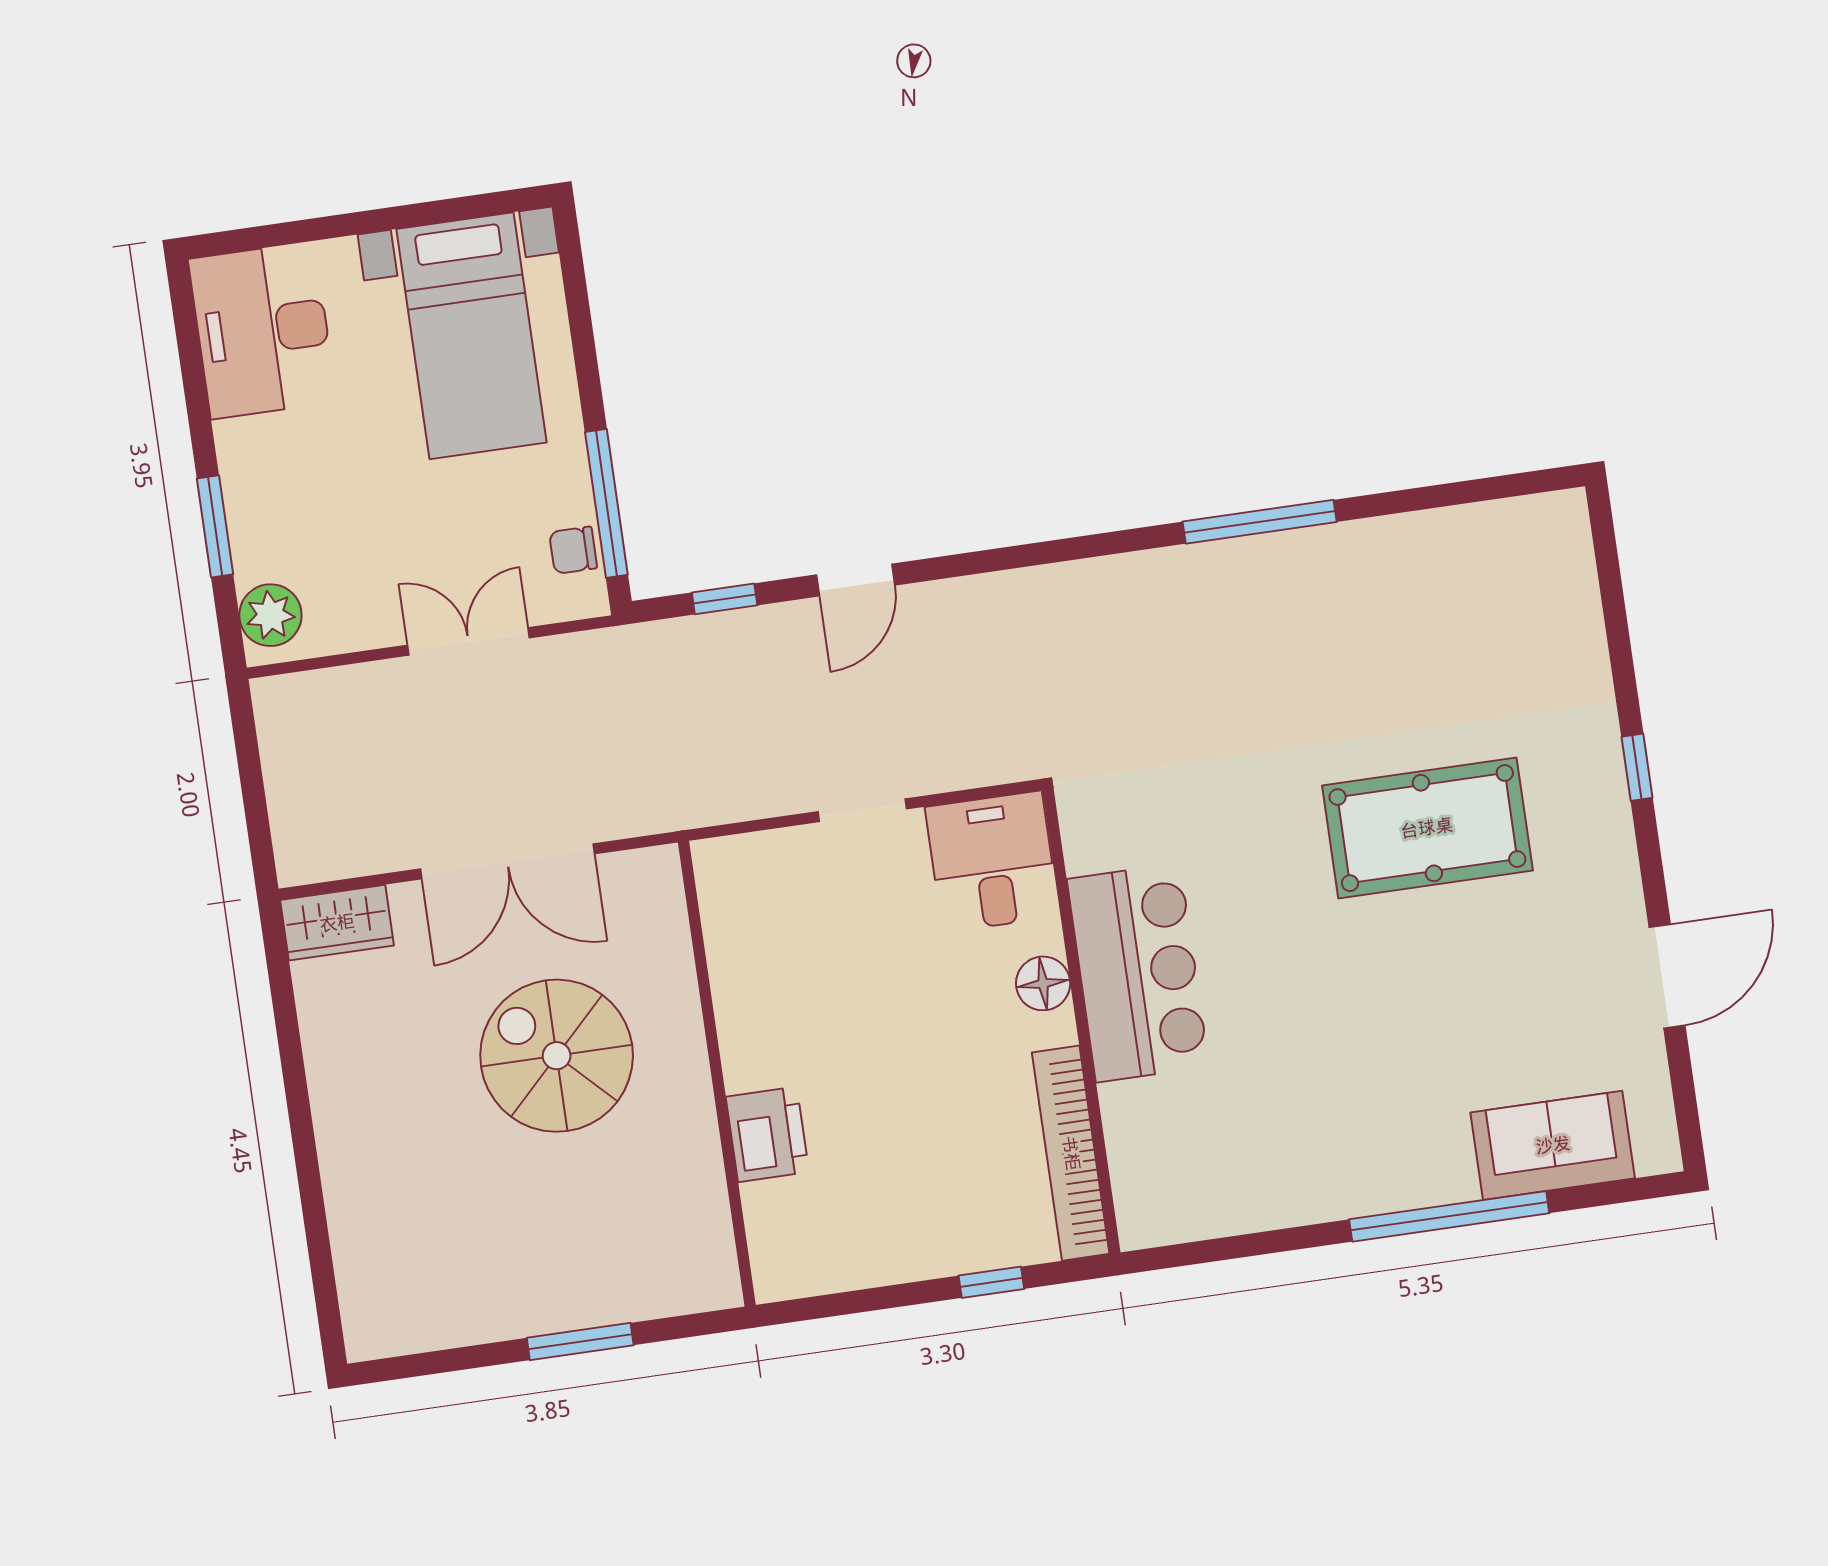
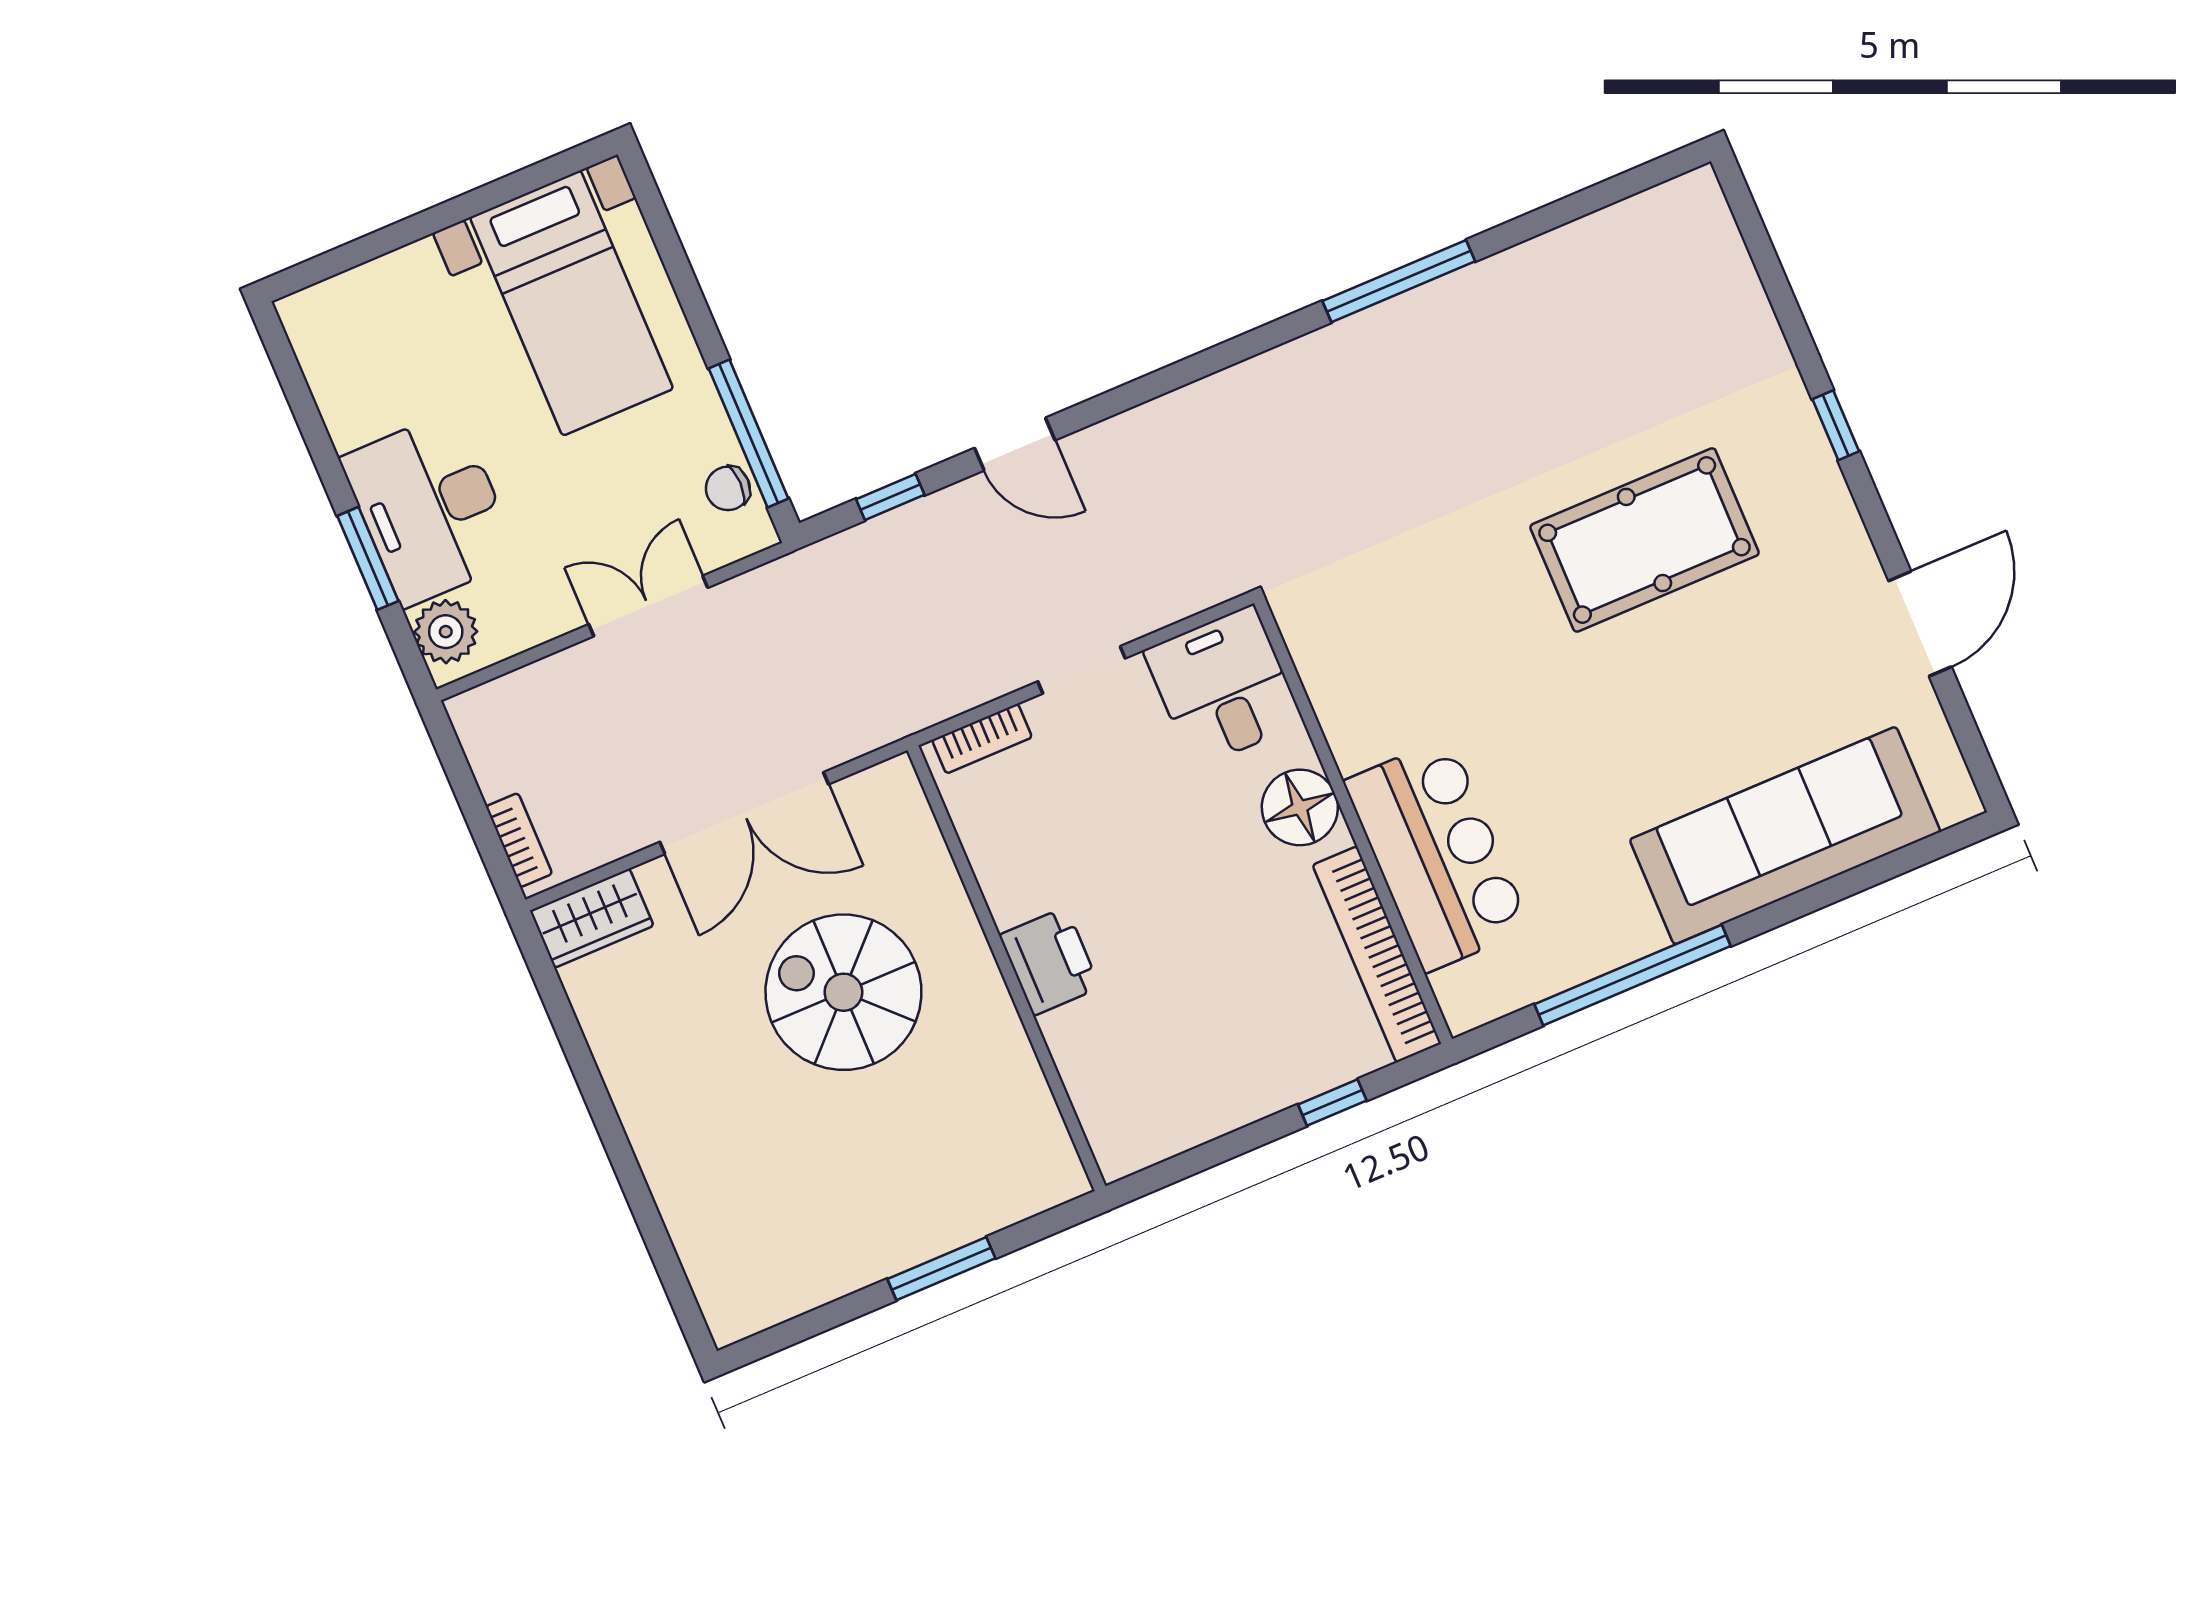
desk: (263, 330) -> (430, 509), moved
door: (856, 580) -> (1015, 444), hinge flipped
bookcase: (288, 831) -> (519, 840), added
bookcase: (751, 850) -> (982, 739), added
bar counter: (1138, 973) -> (1437, 855), moved
floor lamp: (1043, 983) -> (1300, 807), width x1.38, depth x1.38
printer: (767, 1134) -> (1050, 961), moved
sofa: (1553, 1145) -> (1785, 836), width x1.85, depth x1.27
window: (1449, 1216) -> (1632, 975), moved

